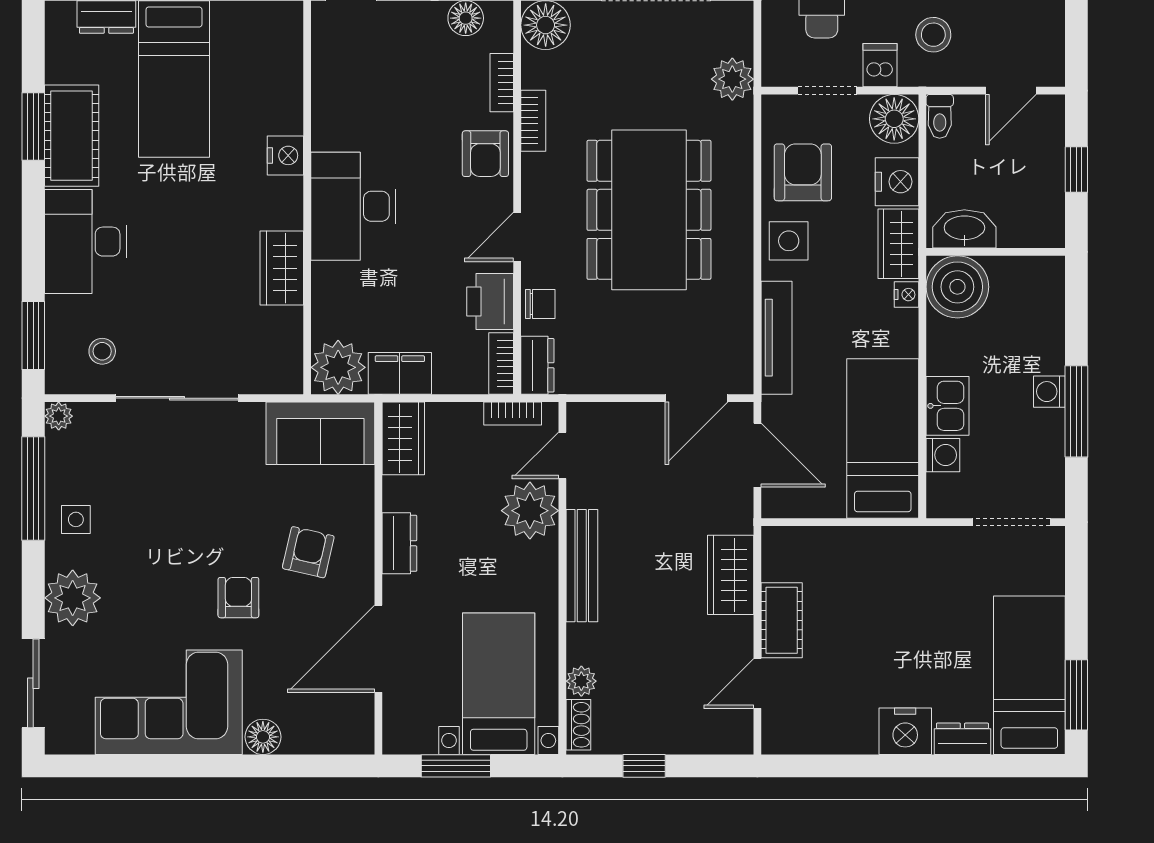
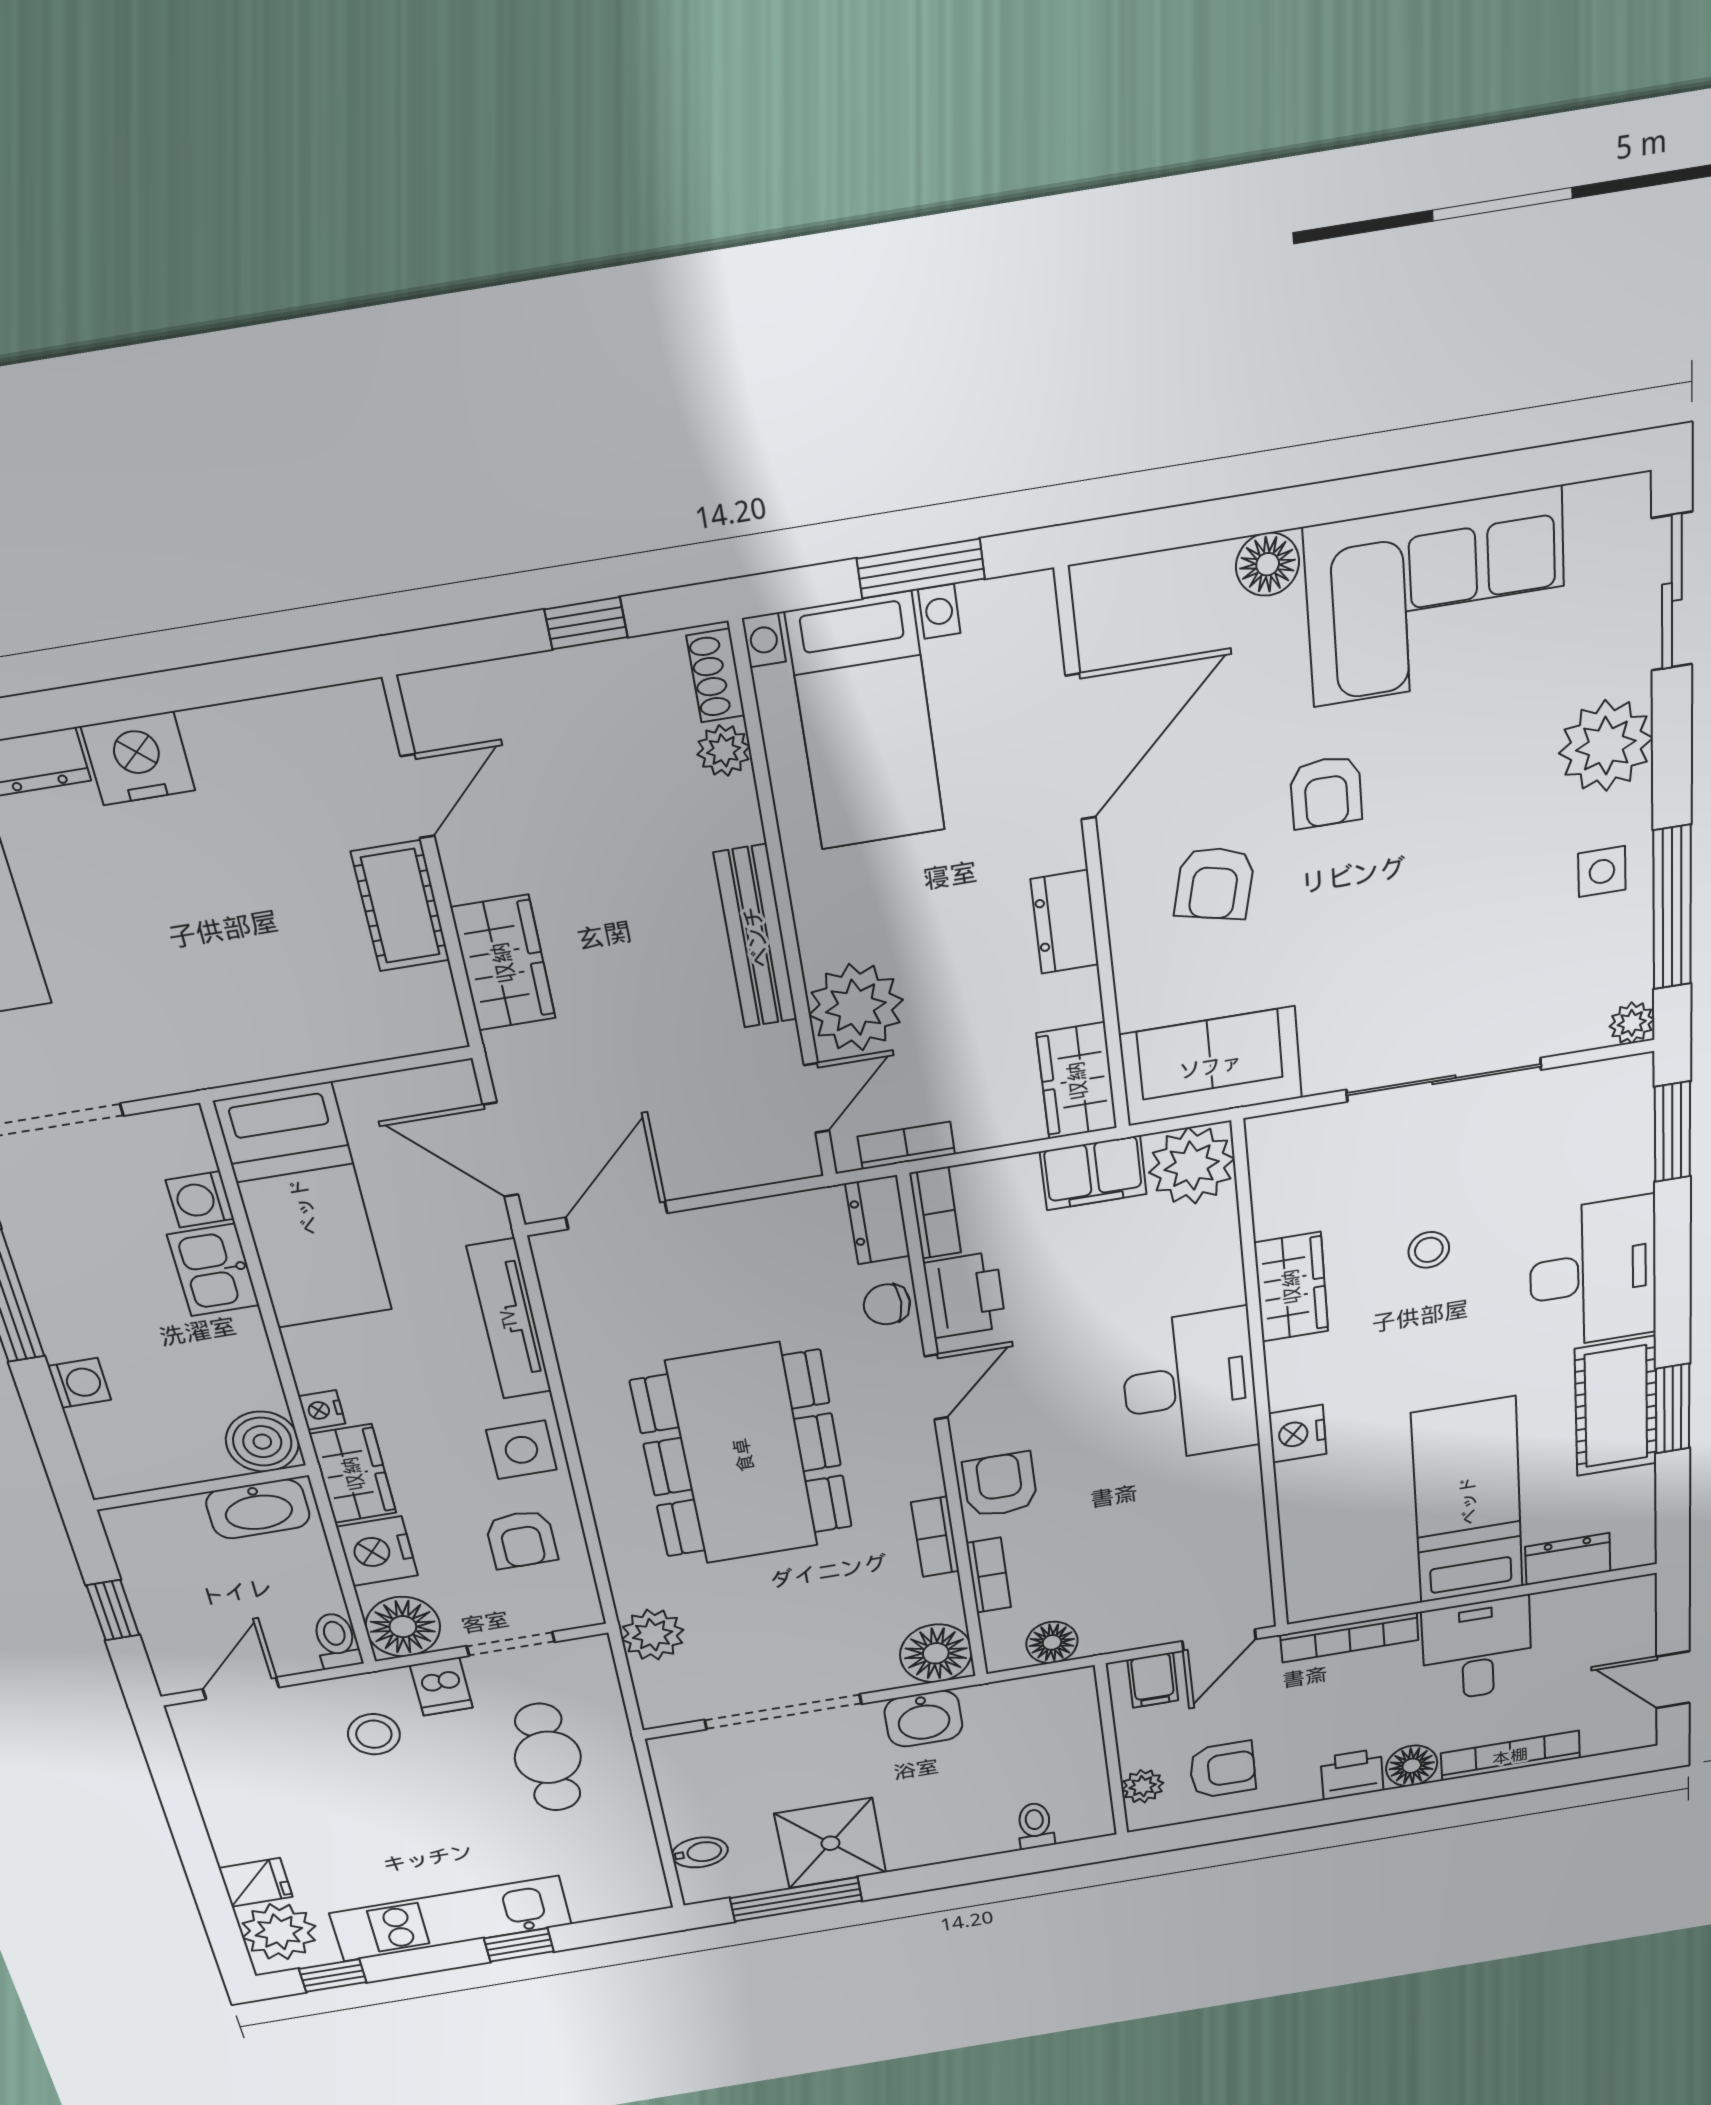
armchair: (803, 172) -> (521, 1539), width x0.72, depth x0.72
boiler: (957, 287) -> (262, 1442), width x0.73, depth x0.73
stool: (102, 351) -> (1429, 1250), moved
washing machine: (1049, 392) -> (80, 1383), moved

